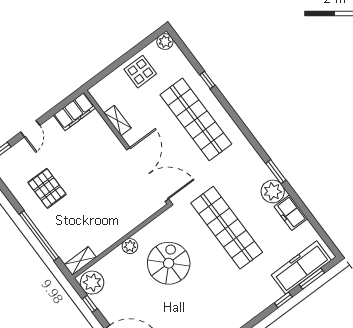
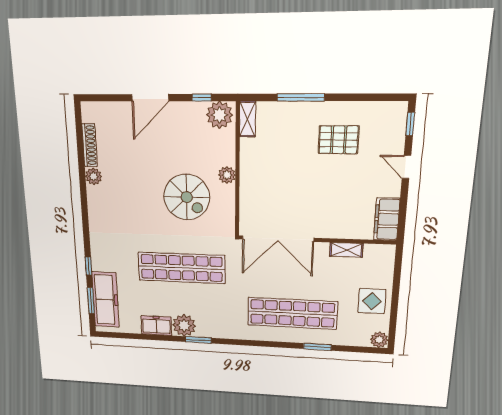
window: (207, 80) -> (317, 347), width x1.50
window: (39, 236) -> (301, 97), width x0.68

